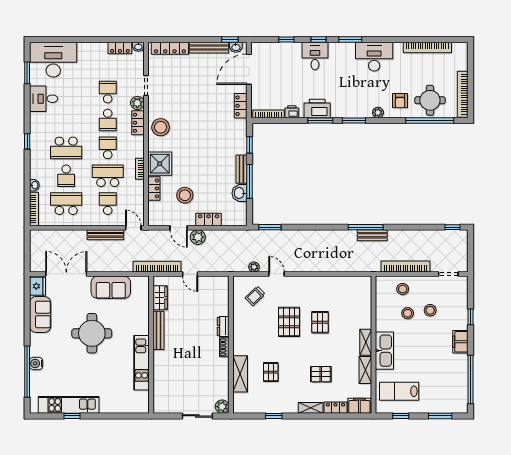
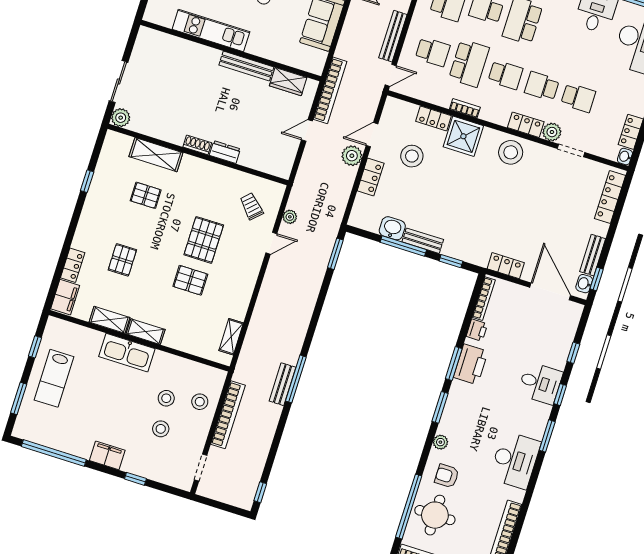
bench: (209, 48) -> (593, 255), width x0.73
pallet: (289, 322) -> (204, 240), turned 90
lab bench: (399, 391) -> (54, 378), moved, turned 180
shelving: (311, 408) -> (231, 337), moved

